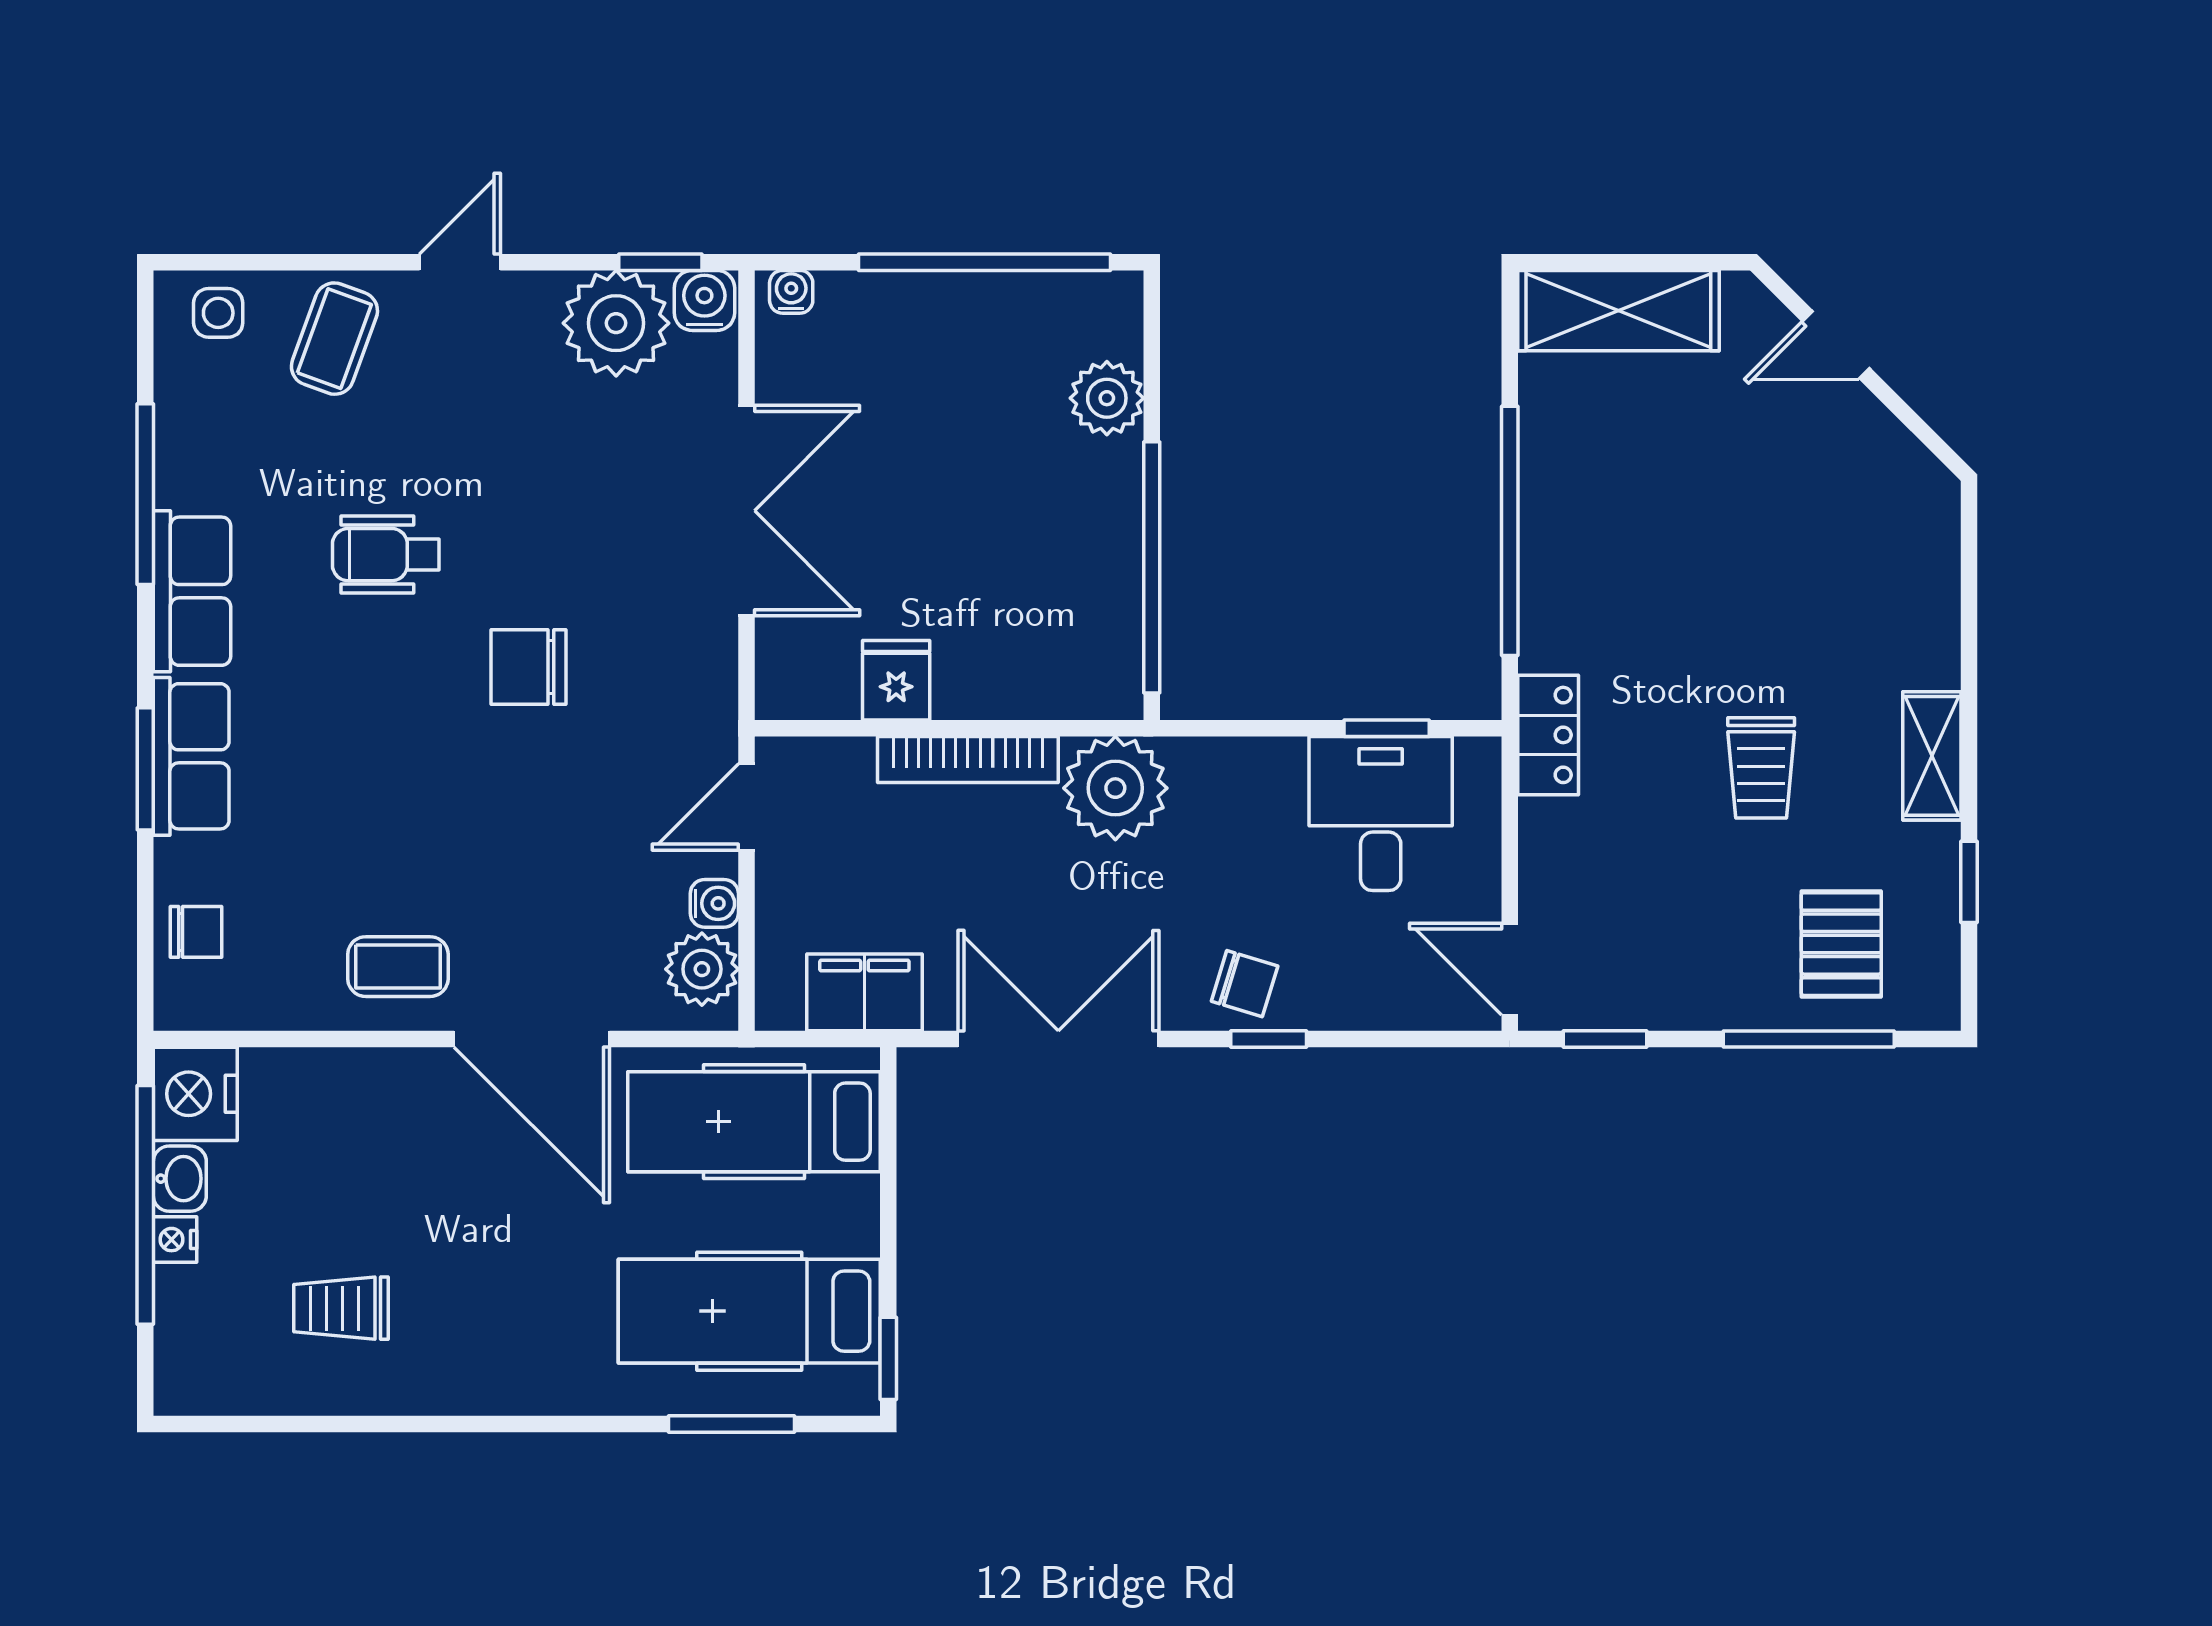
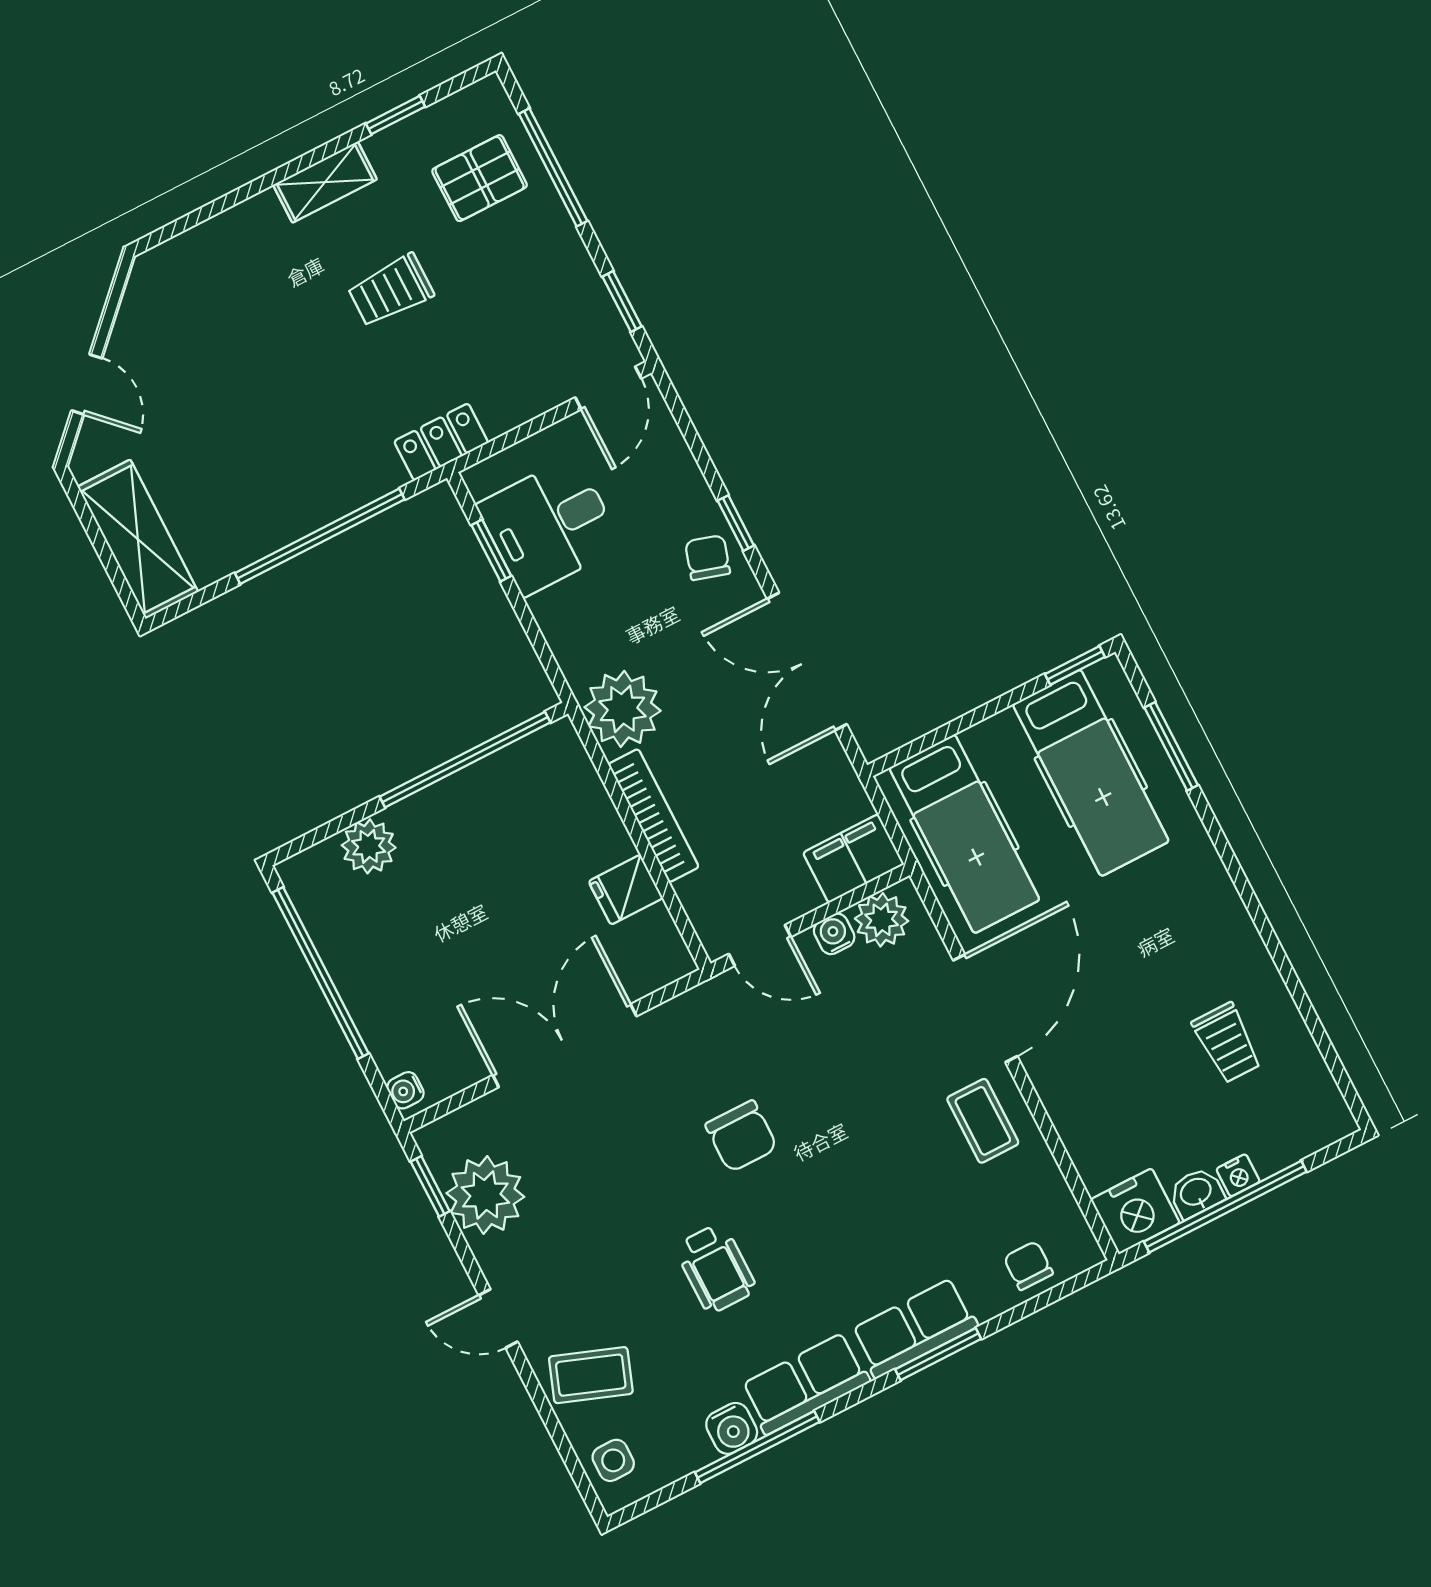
water cooler: (704, 300) -> (732, 1428), moved, turned -90
trolley: (1761, 768) -> (391, 290), turned 180
filing cabinet: (864, 992) -> (854, 859), moved, turned 90

